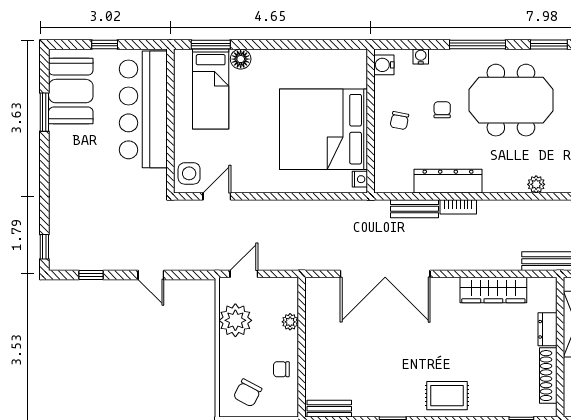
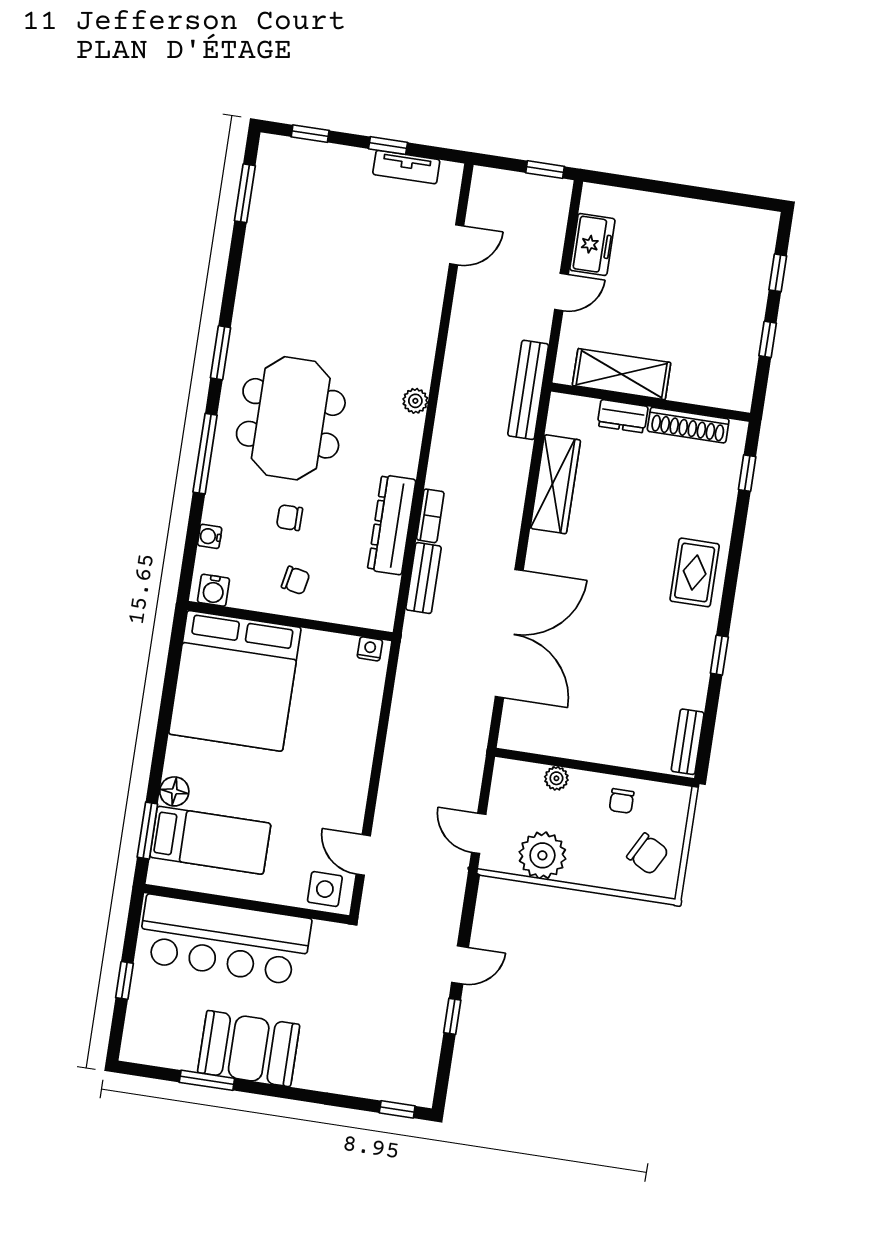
booth: (71, 91) -> (249, 1049), moved
bed: (324, 129) -> (235, 681), moved
window: (91, 275) -> (452, 1016), moved

